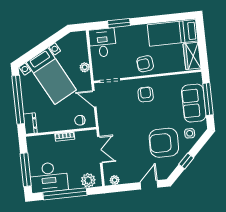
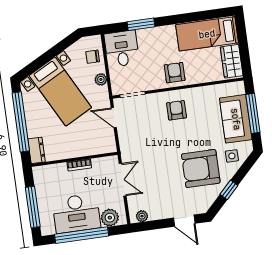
armchair: (145, 64) -> (175, 73), turned 97
chair: (80, 120) -> (93, 57), moved
desk: (49, 177) -> (76, 213), moved
door: (149, 185) -> (184, 221), swing flipped

